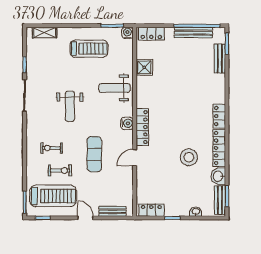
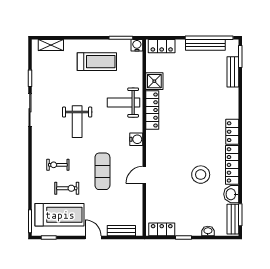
locker: (142, 127) -> (152, 110), moved

